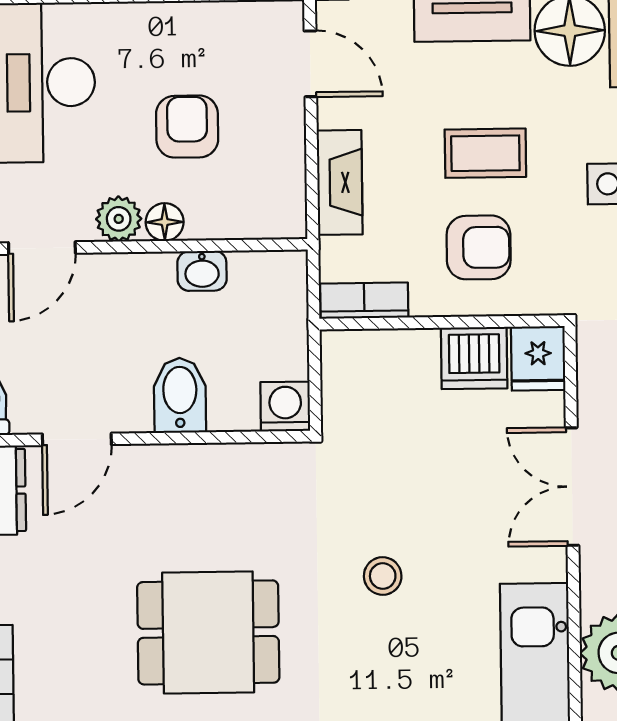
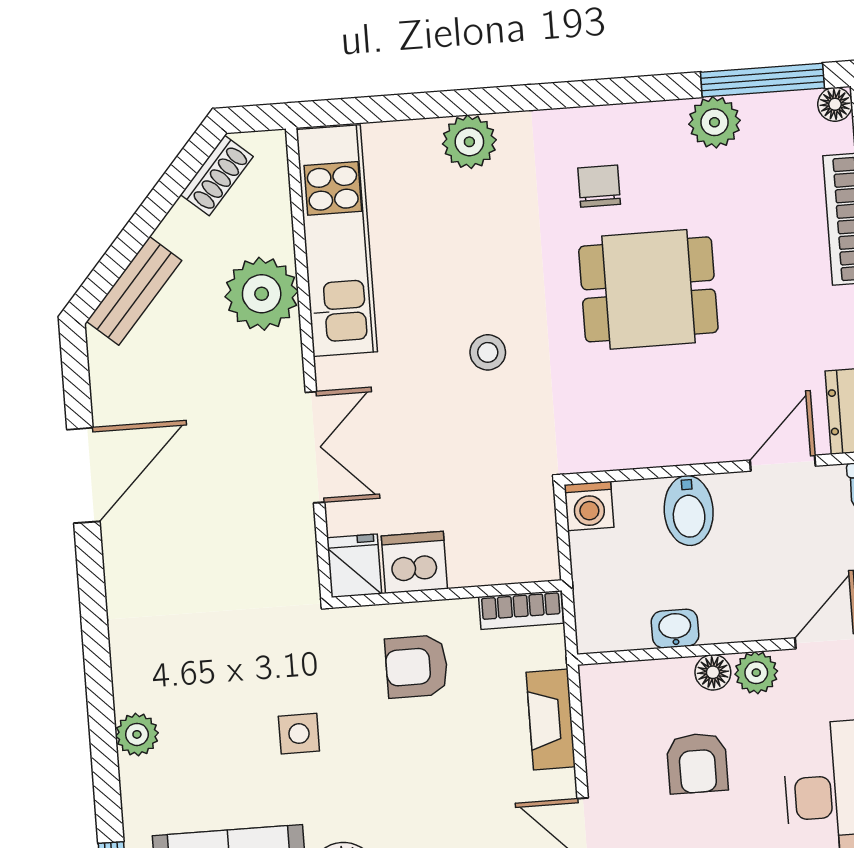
coffee table: (485, 153) -> (416, 755), removed

